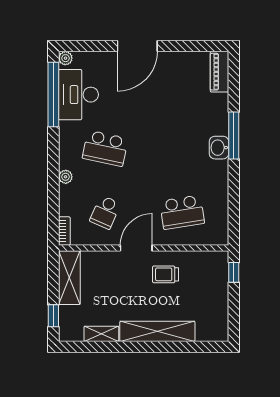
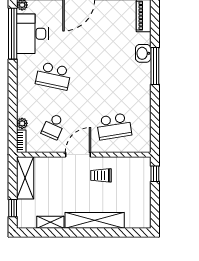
washbasin: (219, 148) -> (143, 53), moved
plant: (66, 177) -> (22, 123), moved

